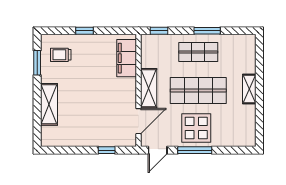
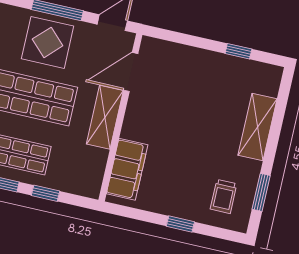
window: (159, 31) -> (45, 193), moved
trolley: (61, 55) -> (224, 196), turned 90
window: (107, 150) -> (238, 51), moved

